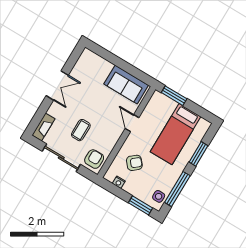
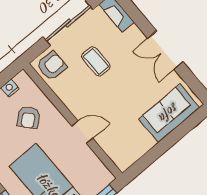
sofa: (126, 85) -> (169, 113), moved
armchair: (94, 159) -> (52, 66), turned -90

